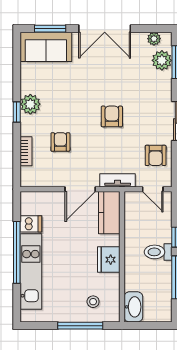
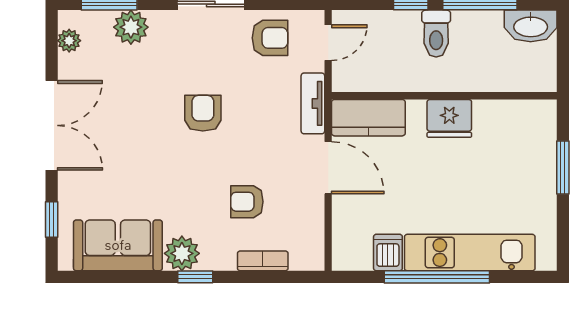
window: (50, 29) -> (52, 219), width x0.67
sofa: (46, 47) -> (118, 245), moved, turned -90
plant: (162, 60) -> (131, 27), moved
armchair: (112, 116) -> (203, 113), turned 90
stool: (93, 302) -> (522, 145), removed
washbasin: (133, 307) -> (531, 26), moved, turned 180
window: (80, 326) -> (563, 167), width x0.69

